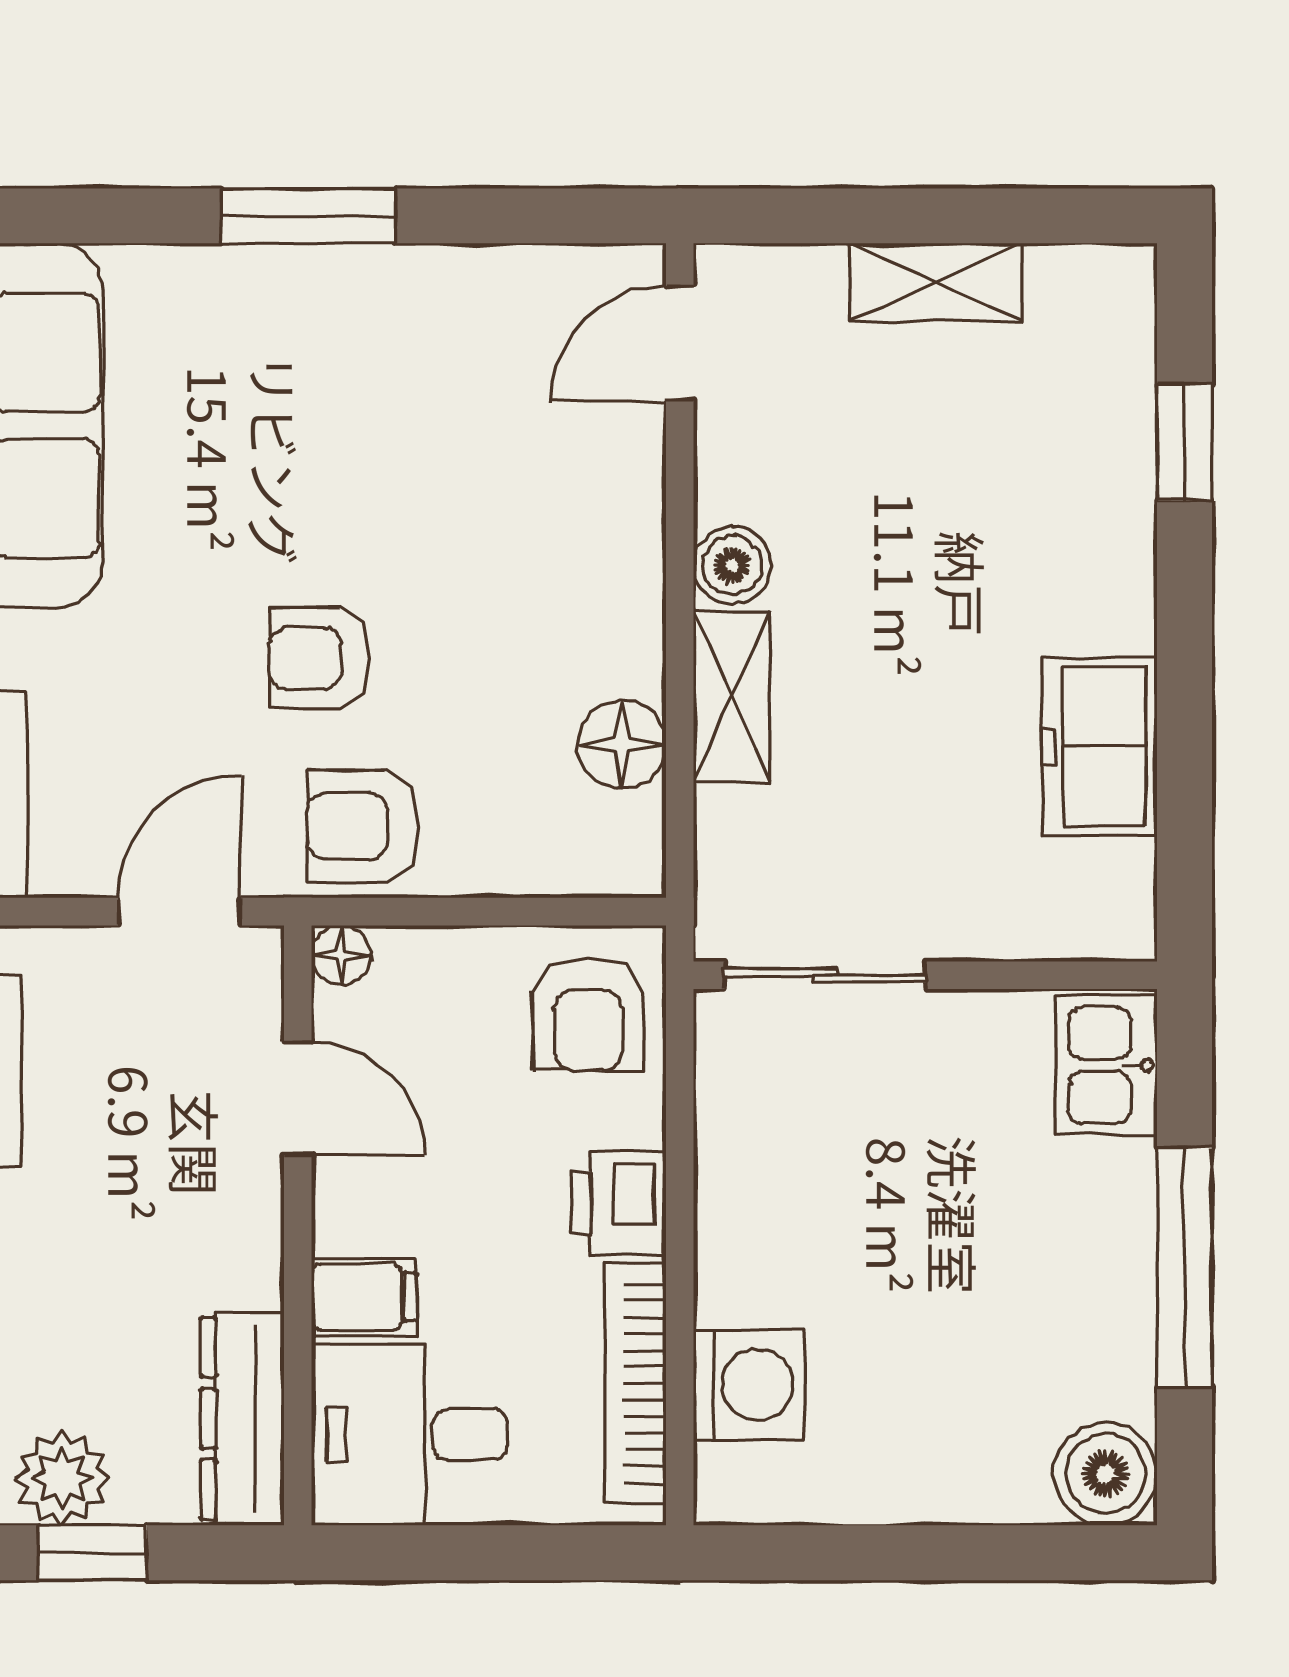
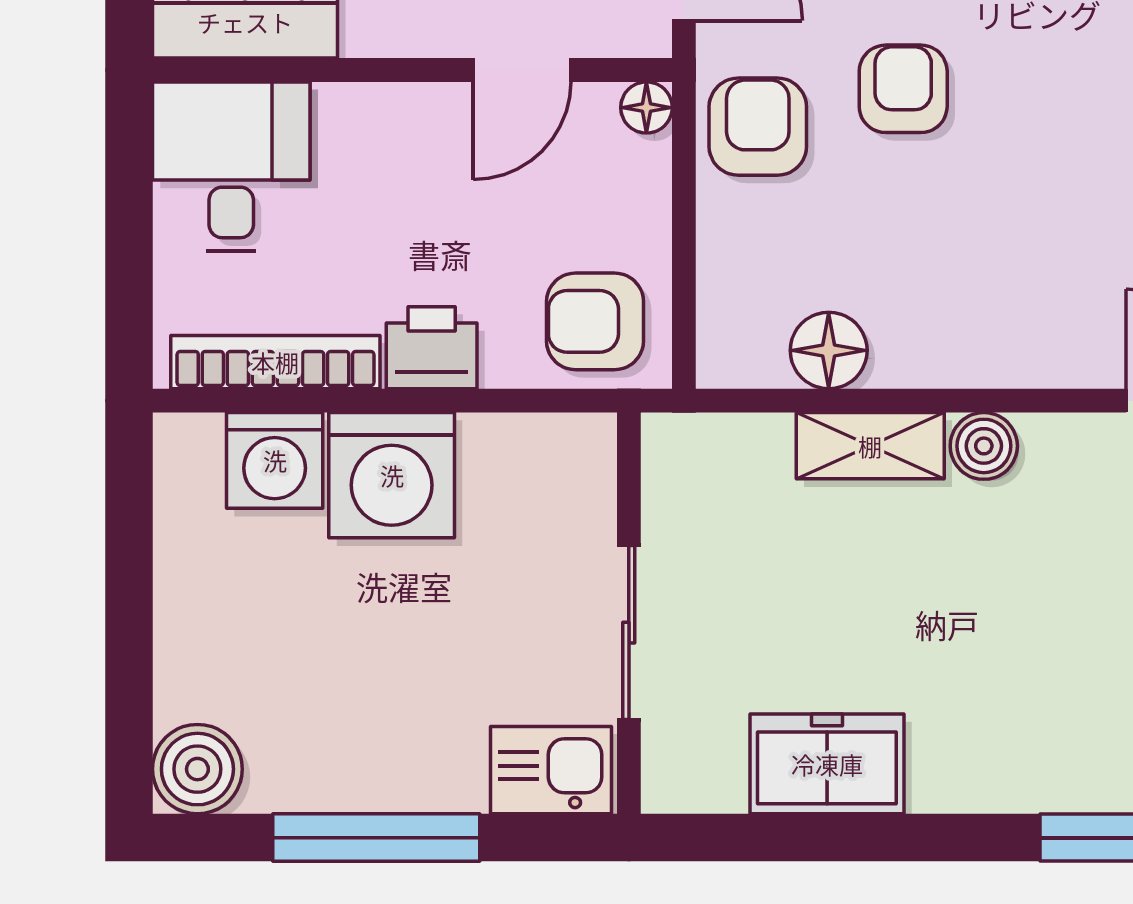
sliding door: (825, 975) -> (629, 633), moved
washing machine: (766, 1249) -> (392, 475), added
filing cabinet: (364, 1297) -> (350, 127), removed

